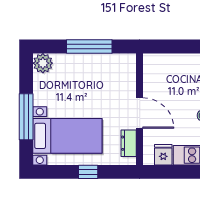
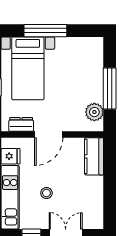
plant: (43, 63) -> (94, 112), moved
kitchen counter: (163, 64) -> (94, 156), added

